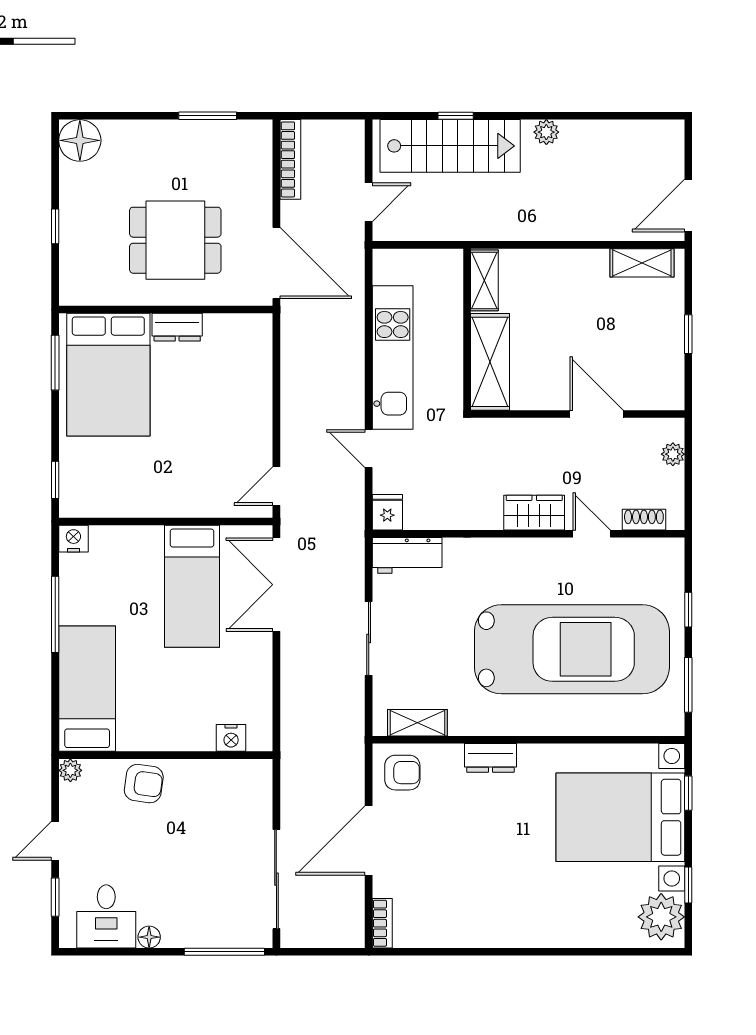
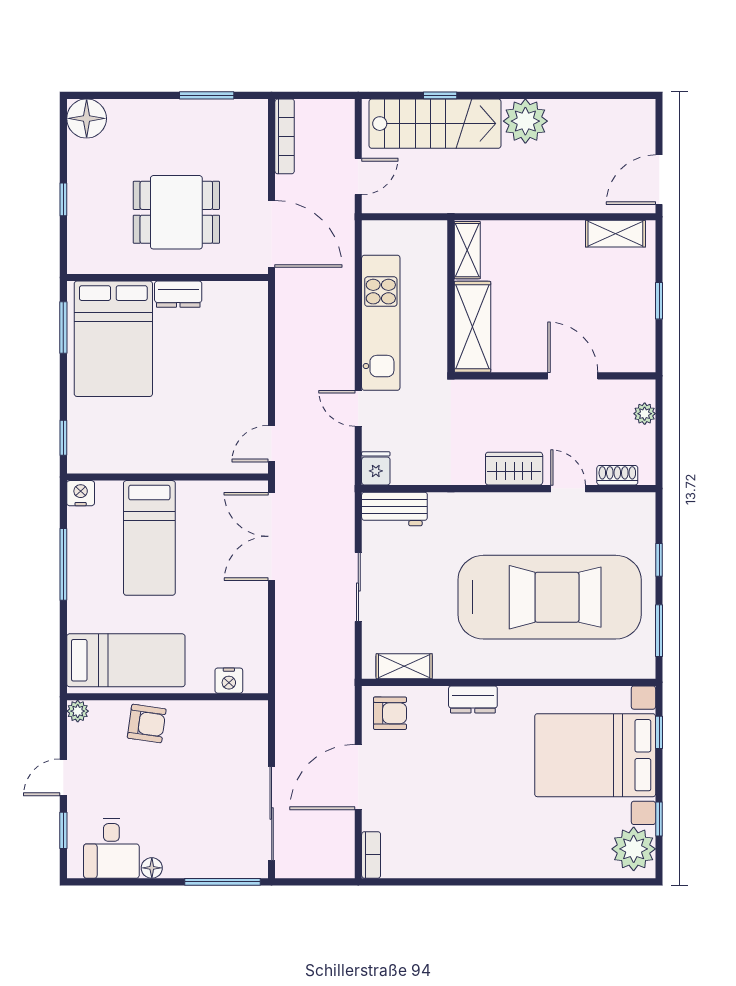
plant: (546, 132) -> (525, 121), width x1.88, depth x1.88
bed: (192, 586) -> (149, 538), moved
bed: (87, 689) -> (126, 660), moved, turned 90

